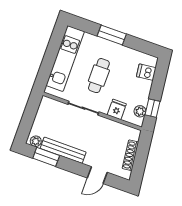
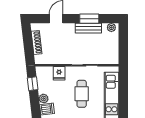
plant: (140, 111) -> (44, 99), moved
bench: (63, 150) -> (88, 28), width x0.73
window: (46, 157) -> (89, 19), moved

